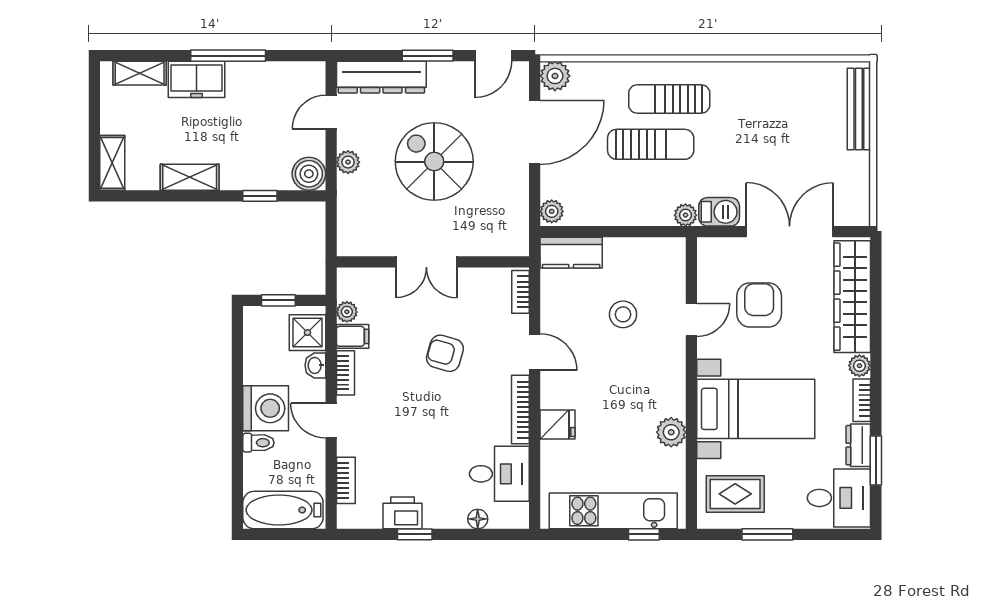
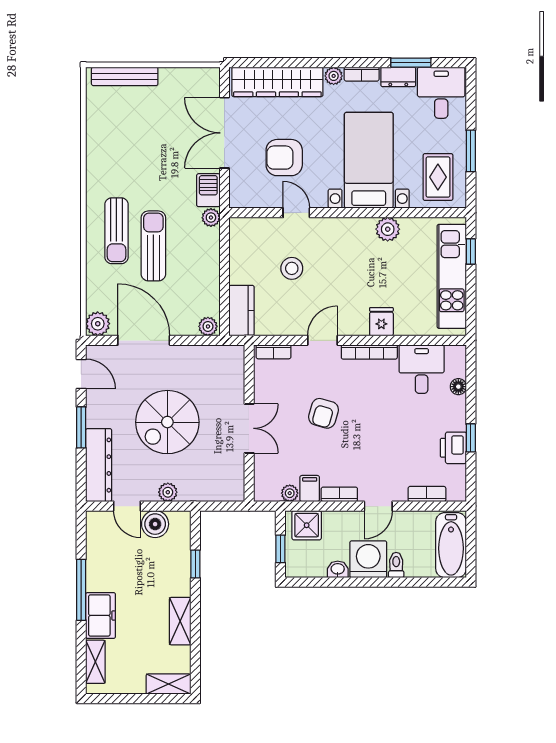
boiler: (309, 174) -> (155, 524), moved
washbasin: (315, 365) -> (338, 569), moved, turned 180

